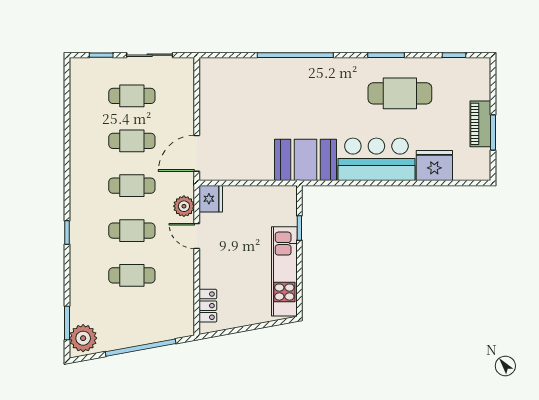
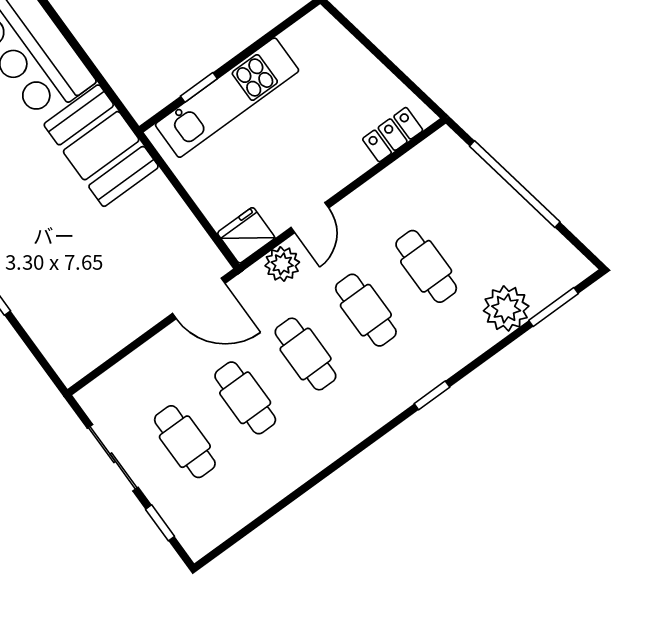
kitchen unit: (284, 271) -> (227, 98), moved
plant: (83, 338) -> (506, 308), moved

